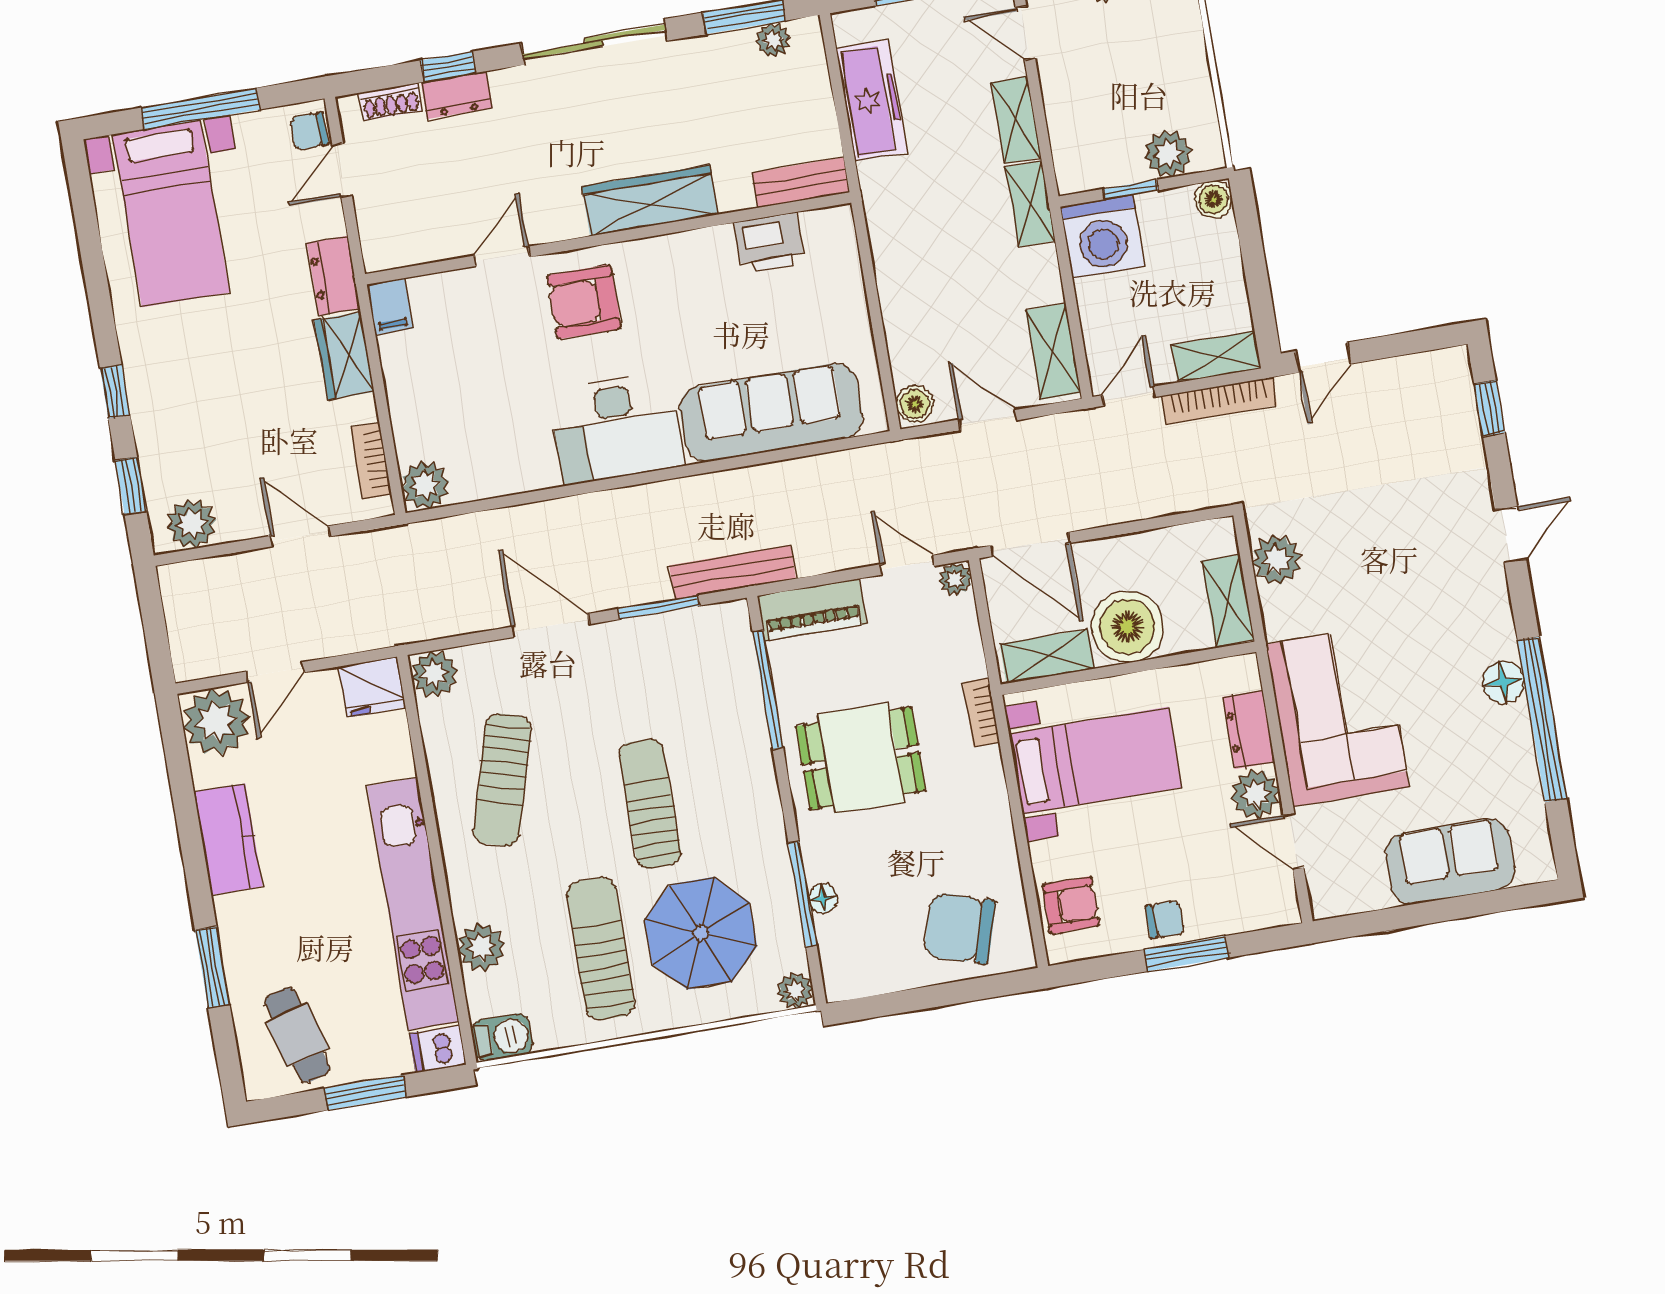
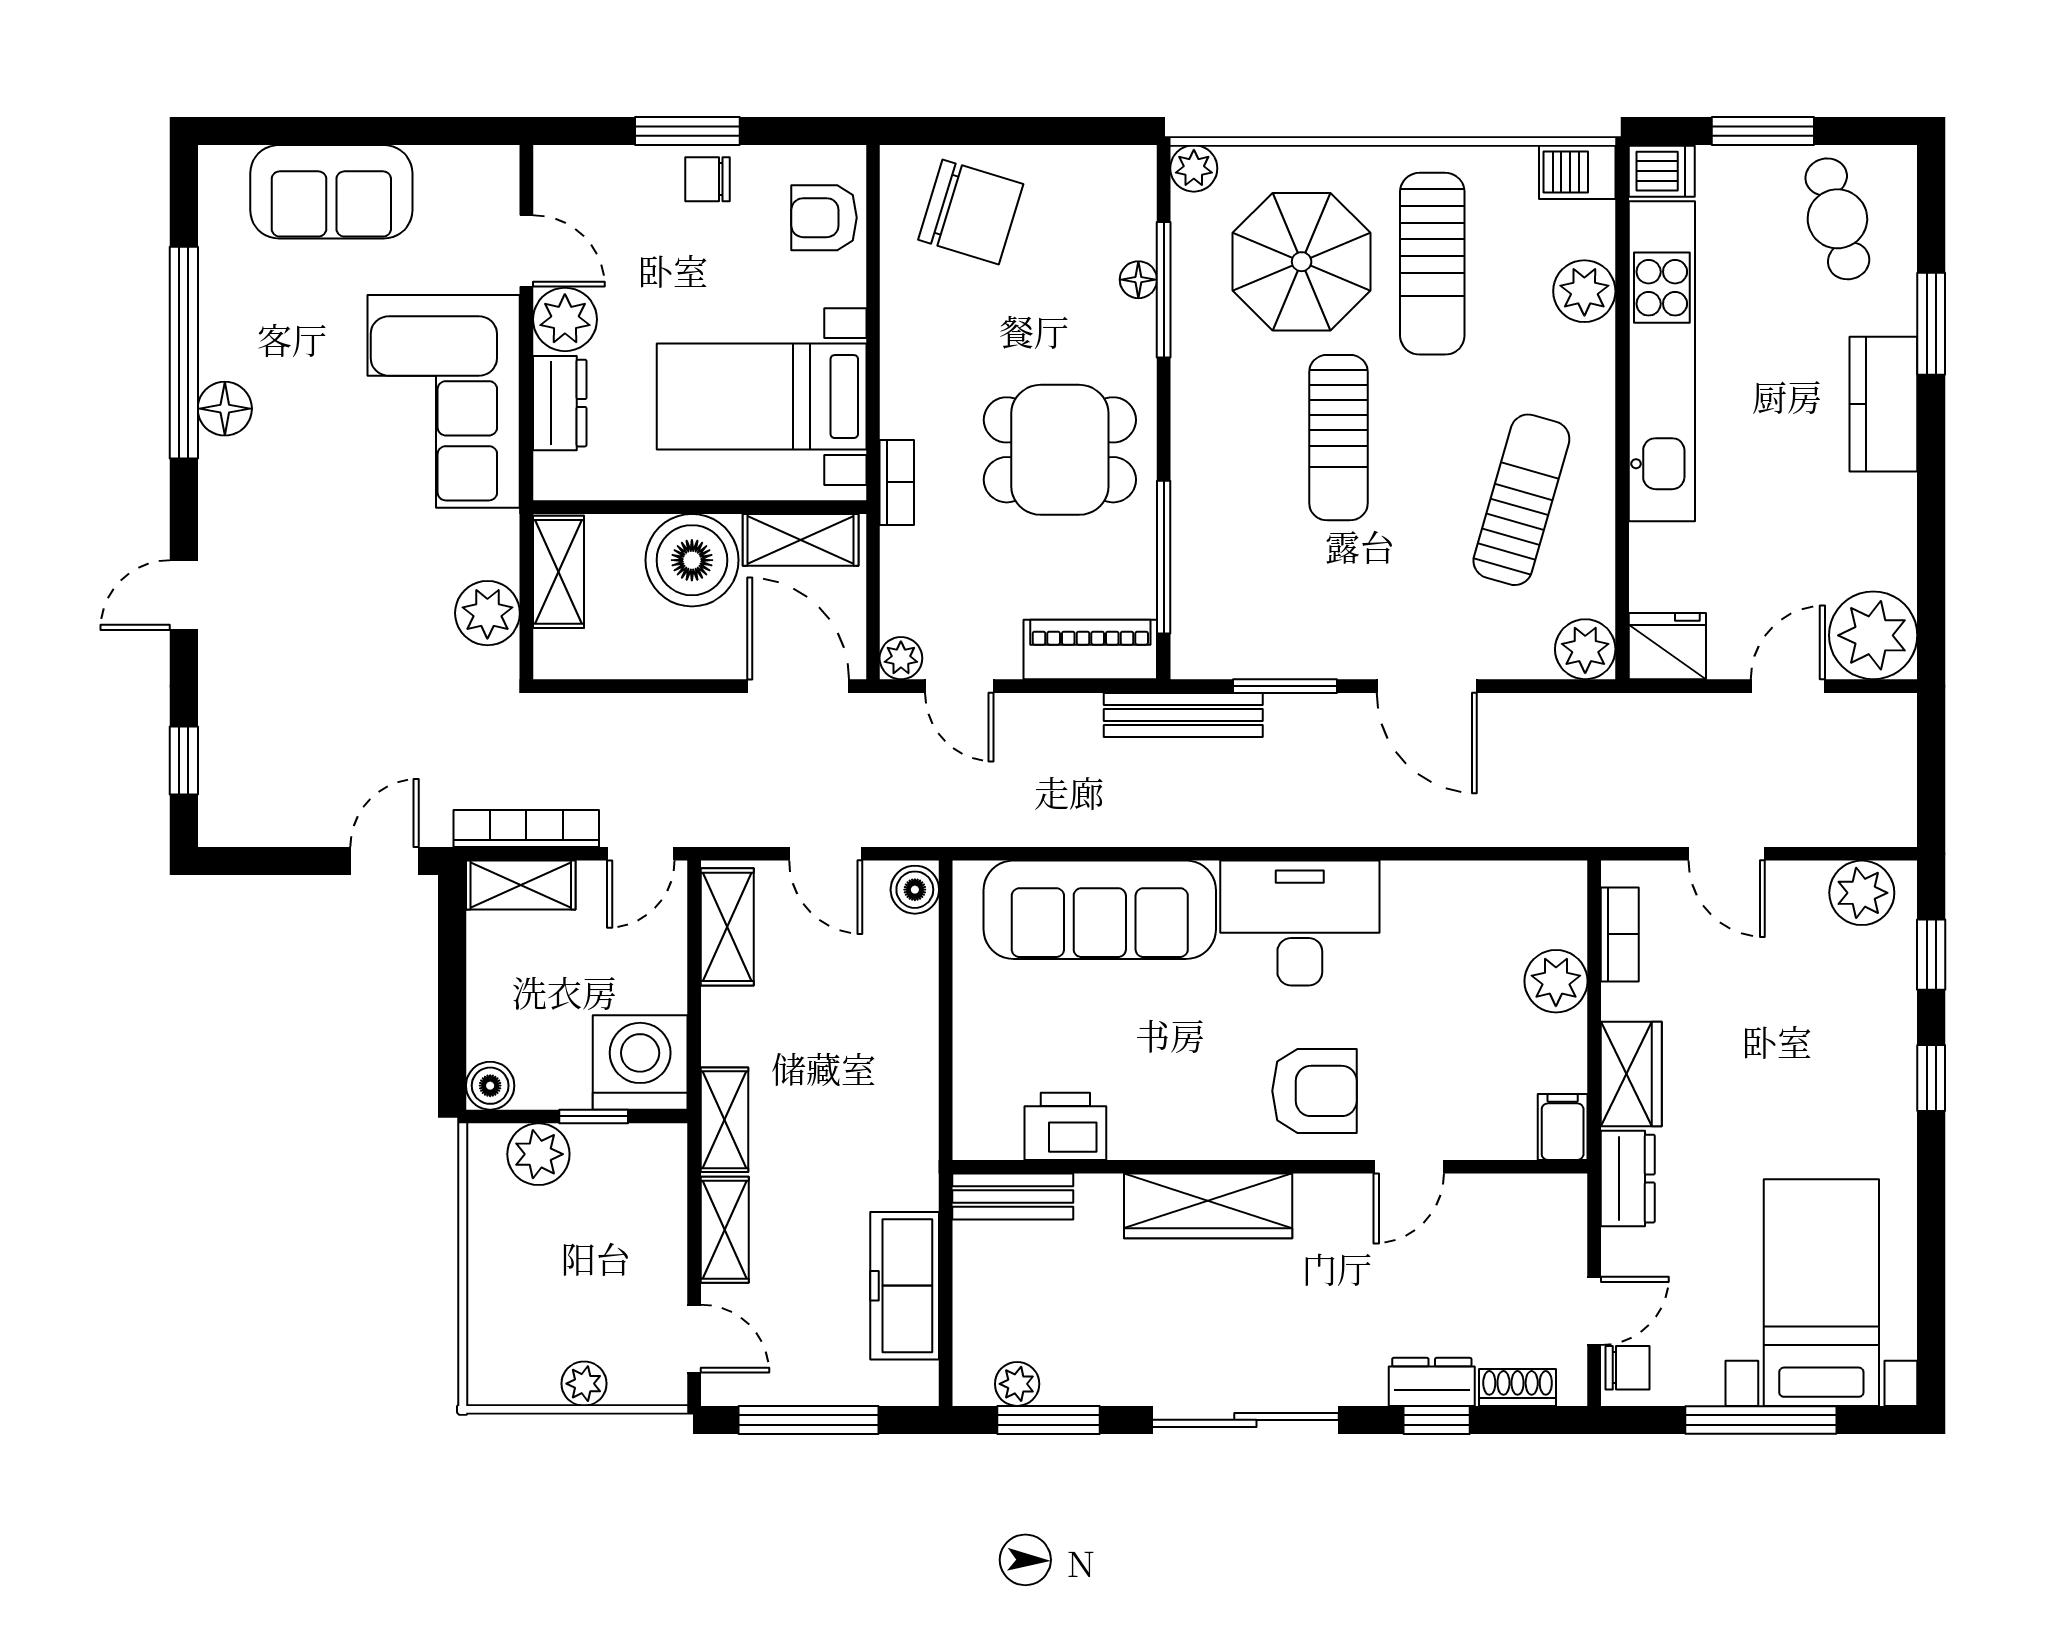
plant: (425, 485) -> (1556, 981), moved
kitchen counter: (228, 839) -> (1883, 404), moved

